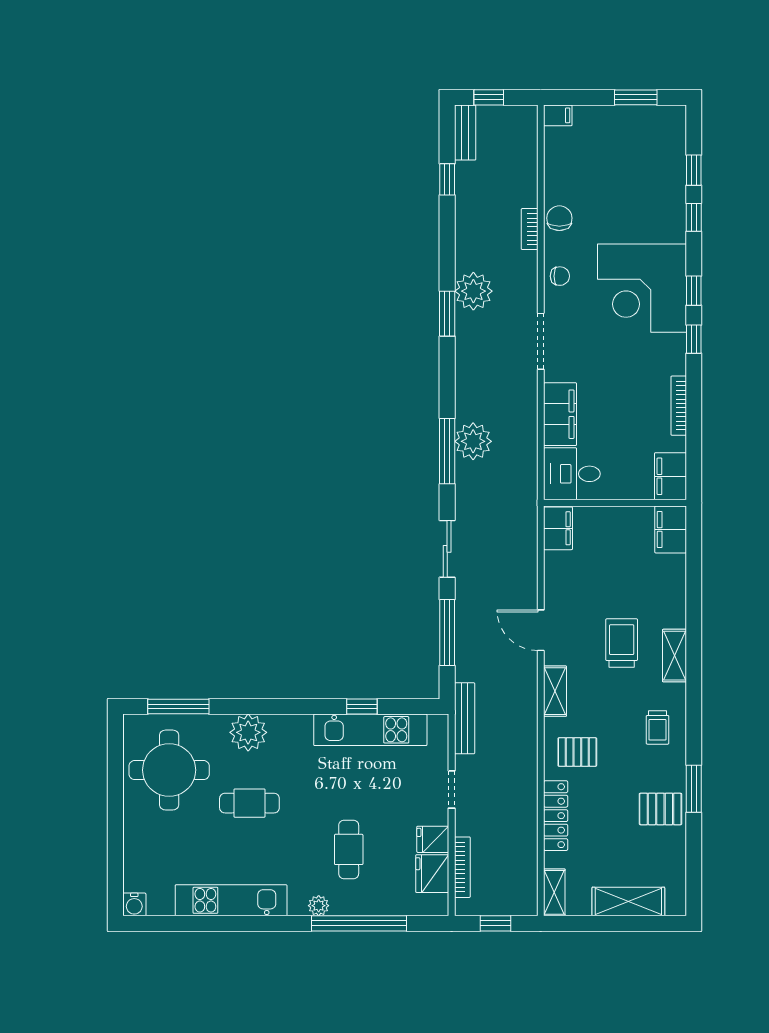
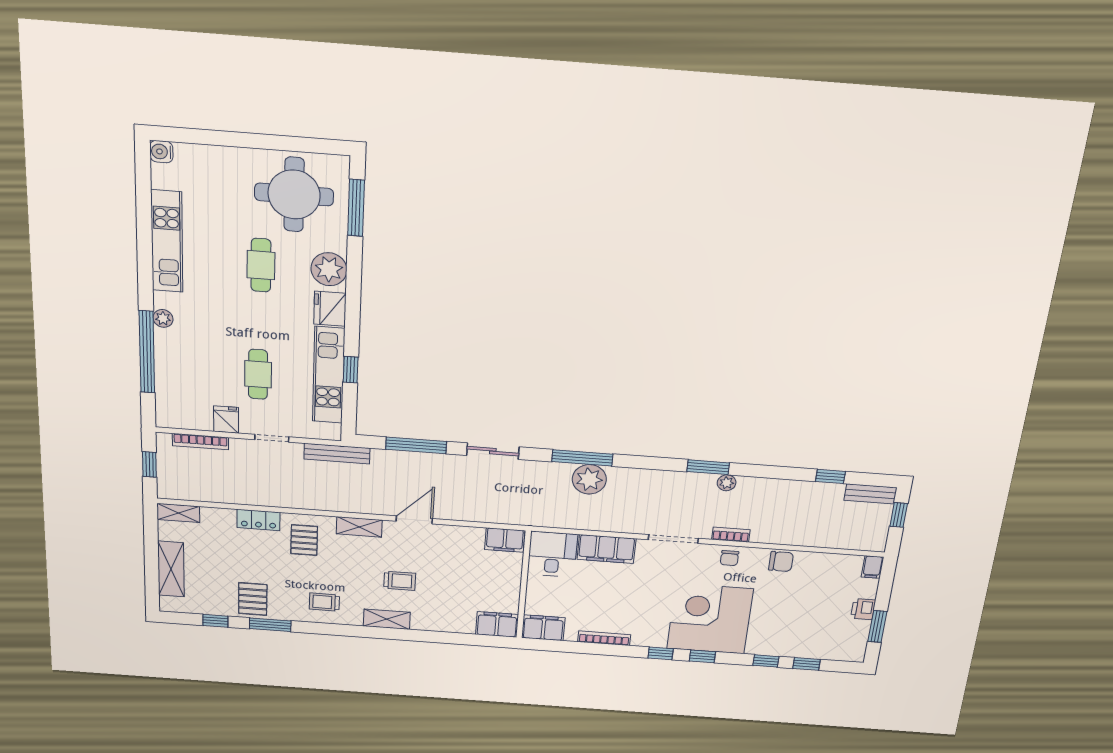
printer: (614, 117) -> (863, 609), added
bookcase: (530, 229) -> (731, 535), moved
plant: (473, 291) -> (727, 483), width x0.53, depth x0.53
trolley: (622, 643) -> (400, 581), width x0.73, depth x0.72
locker: (556, 816) -> (259, 520), width x0.66
cafe table: (349, 849) -> (258, 374), moved, turned 90
window: (694, 851) -> (215, 621), added
fridge: (432, 874) -> (330, 309), moved, turned -90

